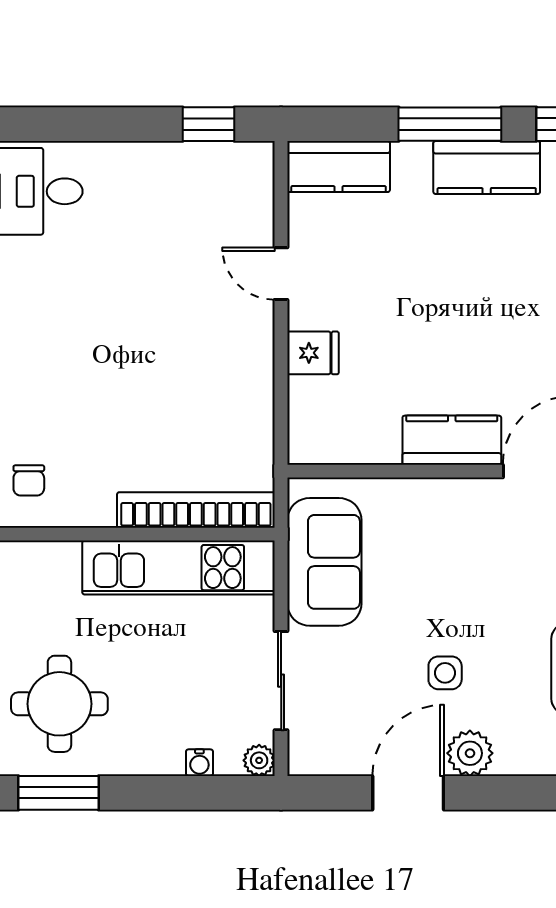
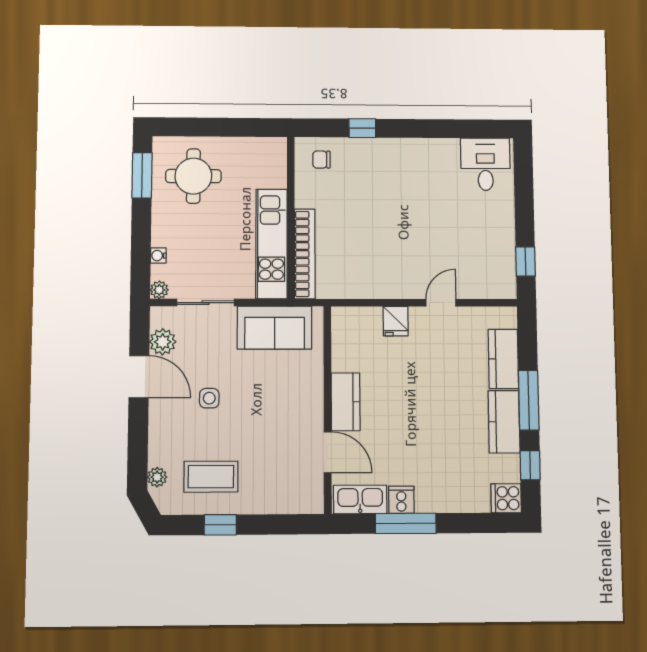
kitchen counter: (339, 167) -> (503, 359), moved
plant: (470, 753) -> (163, 342), moved

